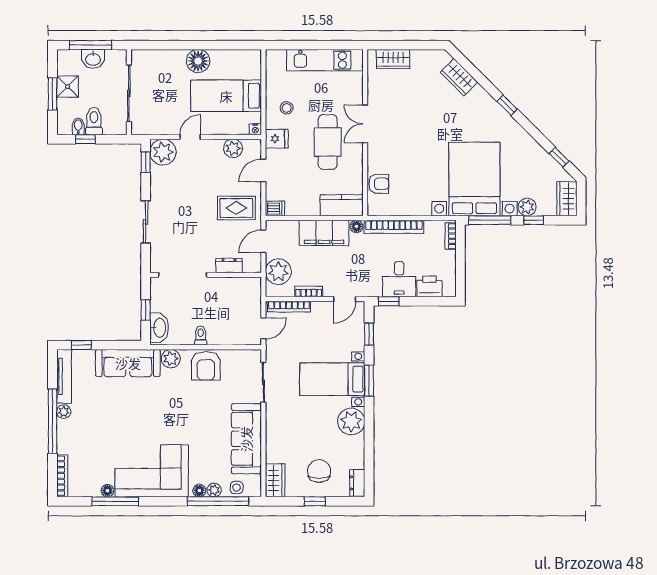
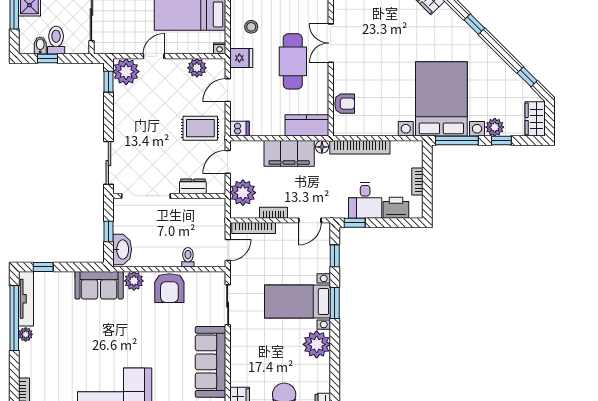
sliding door: (146, 222) -> (108, 163), moved
bookcase: (451, 236) -> (417, 182), moved
toilet: (201, 335) -> (188, 257), moved
sofa: (128, 363) -> (99, 285), width x0.73
window: (53, 421) -> (14, 318), moved

